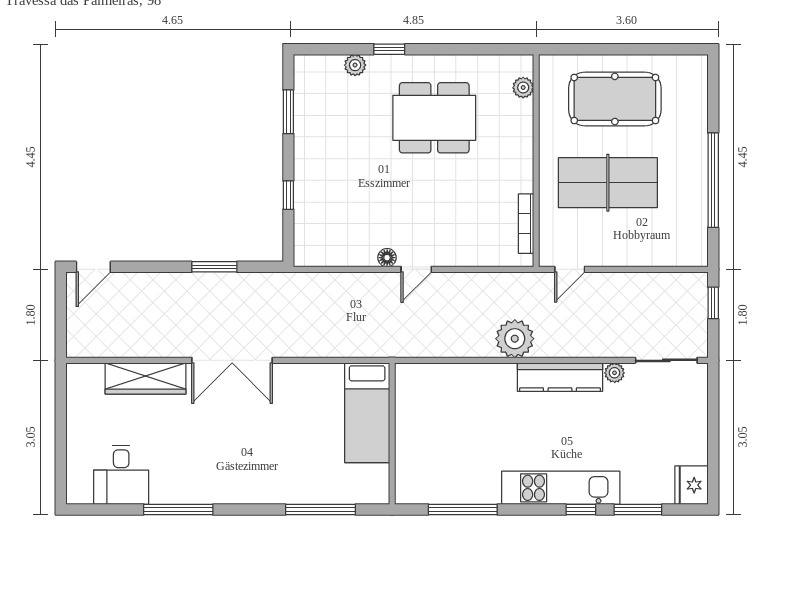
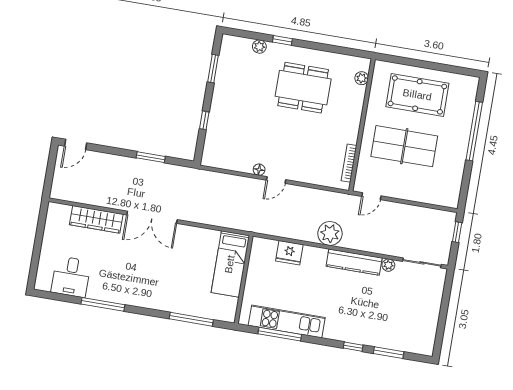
window: (713, 180) -> (474, 131), moved
fridge: (691, 485) -> (289, 253), moved, turned -90
kitchen unit: (561, 488) -> (287, 322), moved

